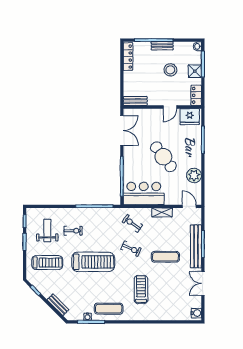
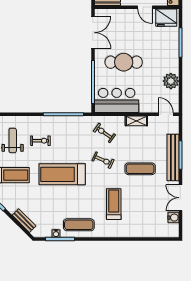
door: (170, 107) -> (145, 7), hinge flipped
cafe table: (163, 157) -> (124, 62), moved, turned -53
treadmill: (93, 262) -> (62, 174), turned 180
water cooler: (196, 313) -> (173, 218), moved

